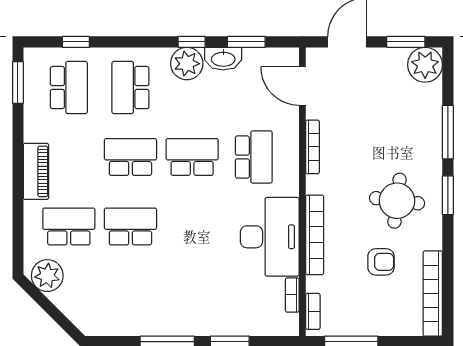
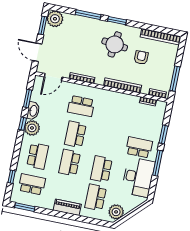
school desk: (130, 88) -> (38, 156), turned -90
school desk: (254, 157) -> (81, 106), turned 180
desk: (270, 237) -> (138, 177), moved, turned 90
school desk: (192, 296) -> (139, 147), added

